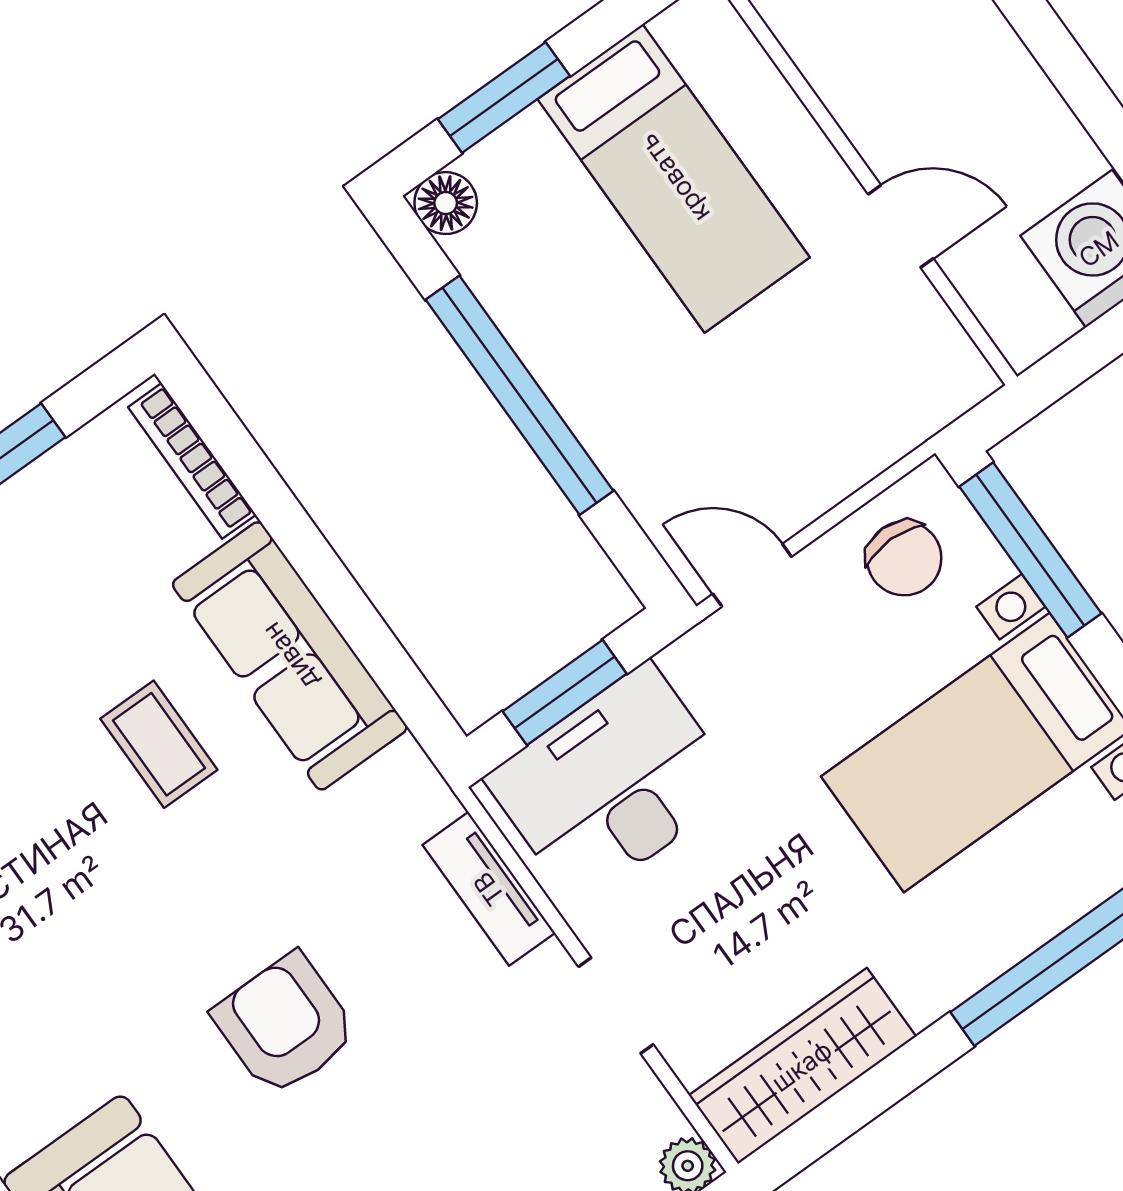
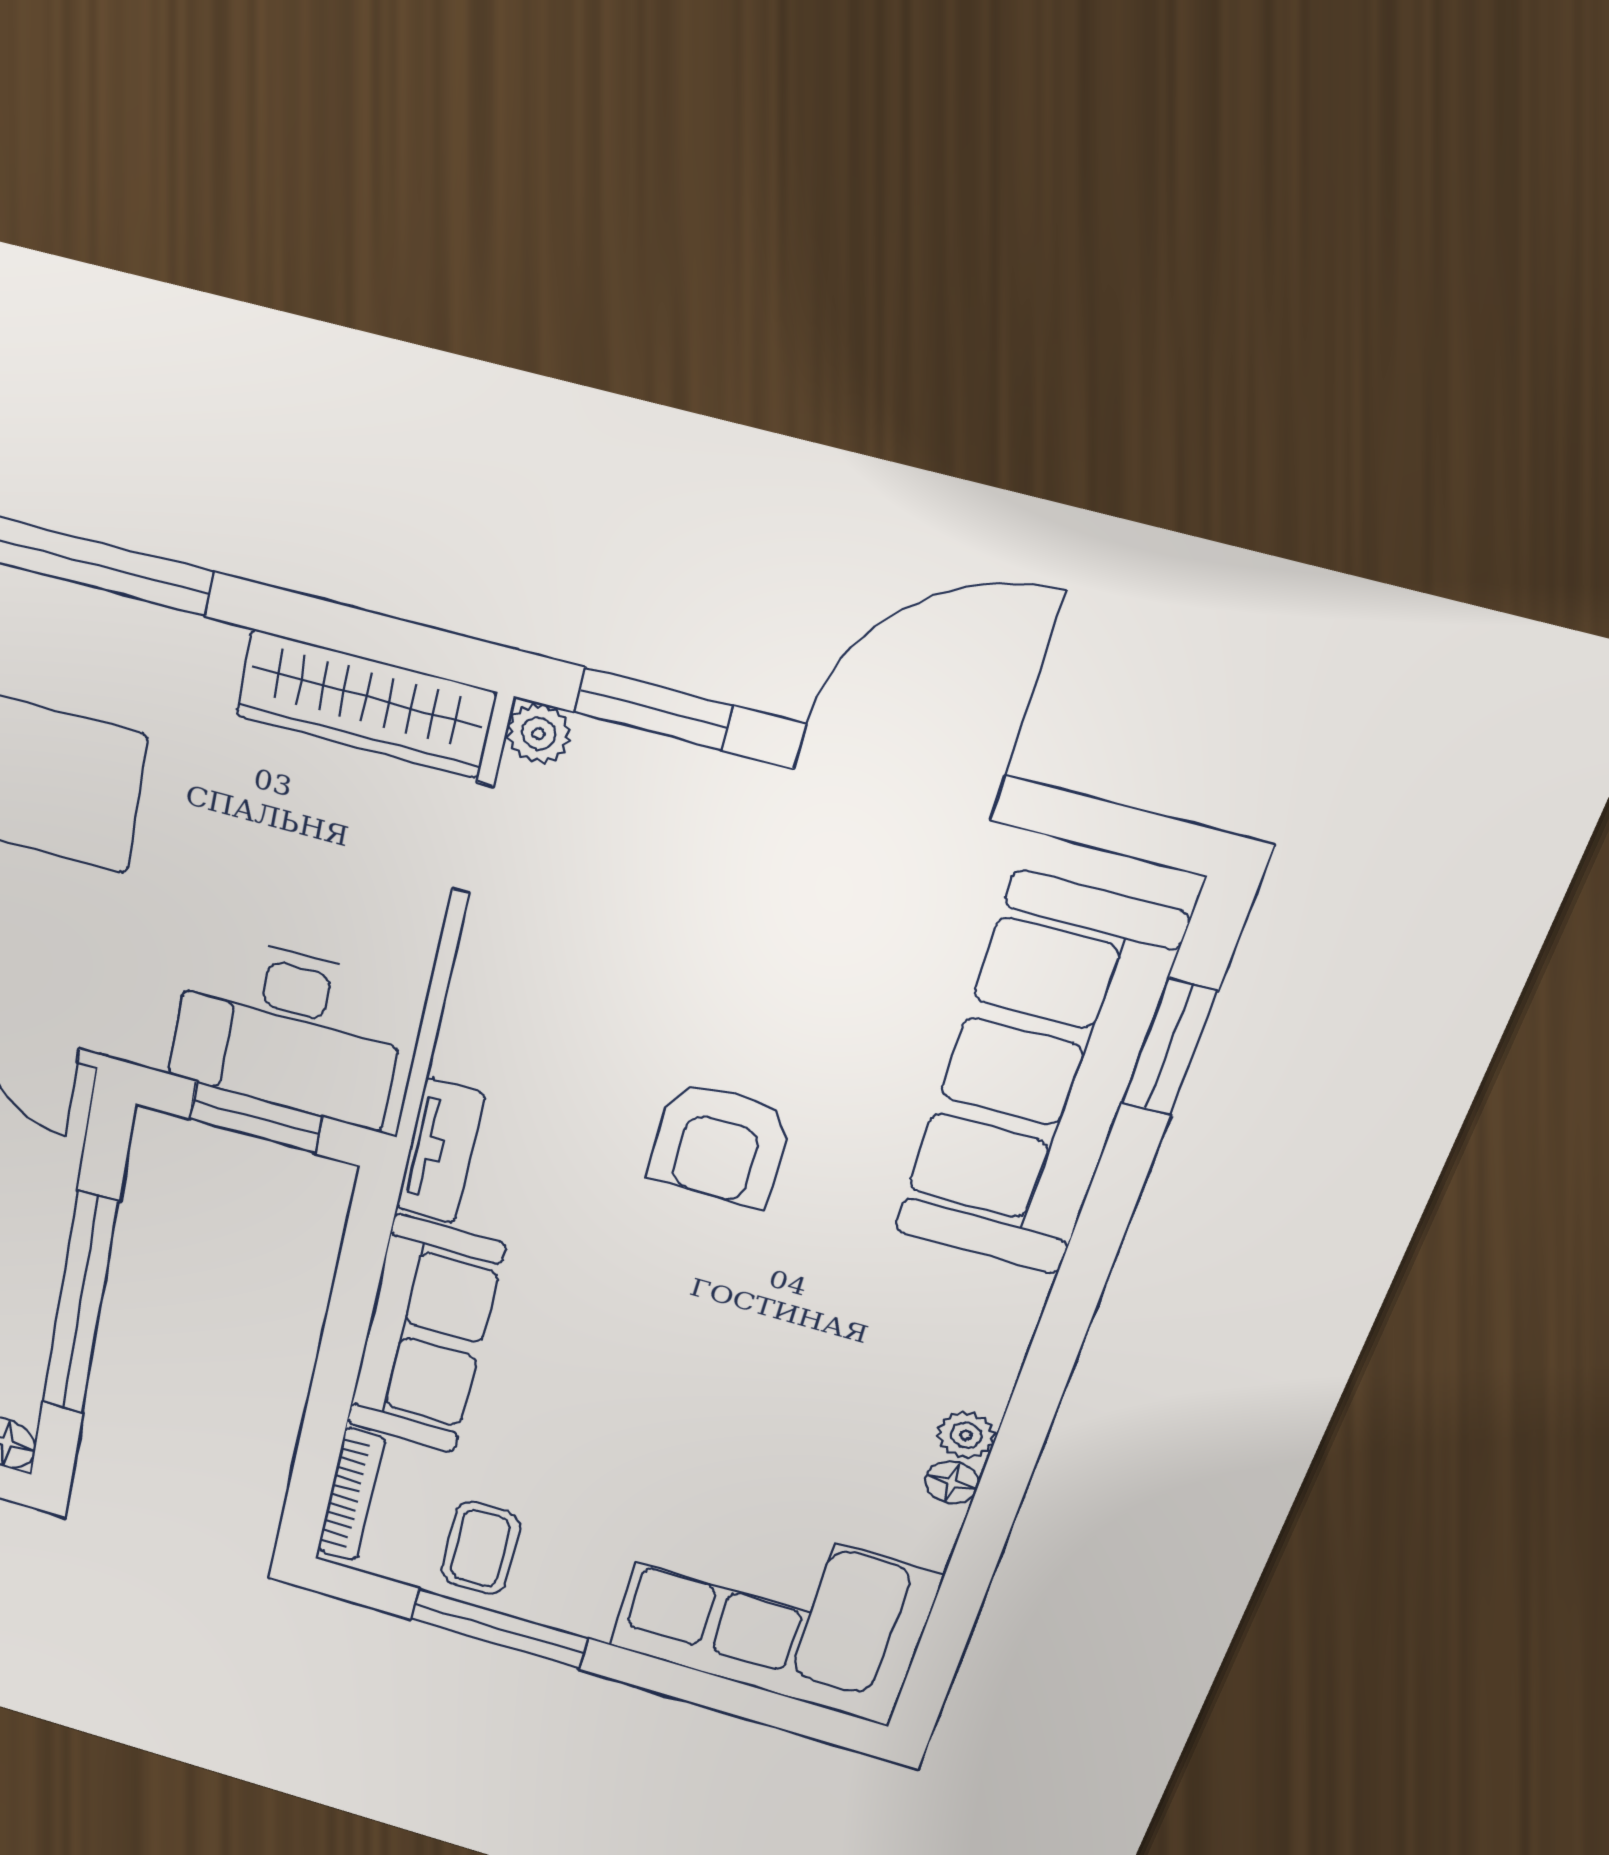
coffee table: (159, 744) -> (480, 1548), moved
tv unit: (489, 889) -> (440, 1151), moved
doorway: (616, 1006) -> (473, 838), moved

